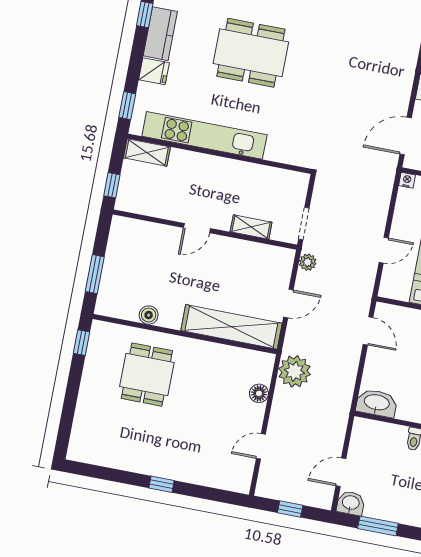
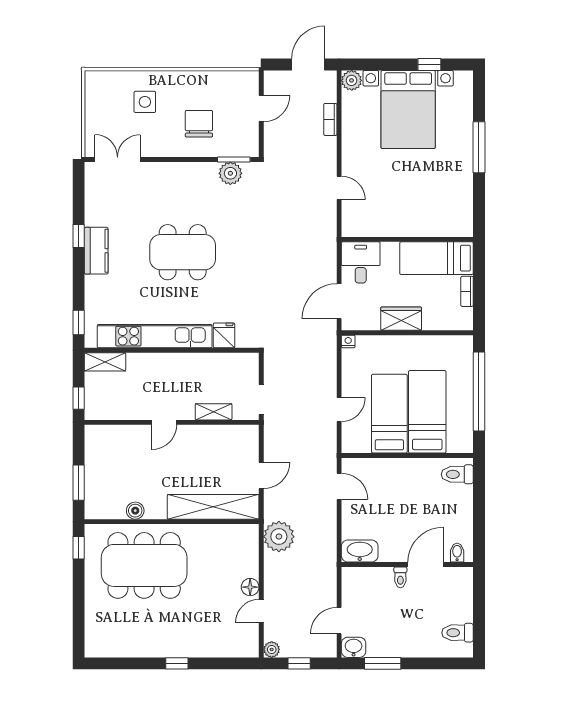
fridge: (154, 71) -> (224, 335), moved, turned -90
plant: (308, 262) -> (272, 649), moved
dining table: (147, 375) -> (144, 565), width x1.88, depth x1.24
floor lamp: (259, 393) -> (250, 587), moved

